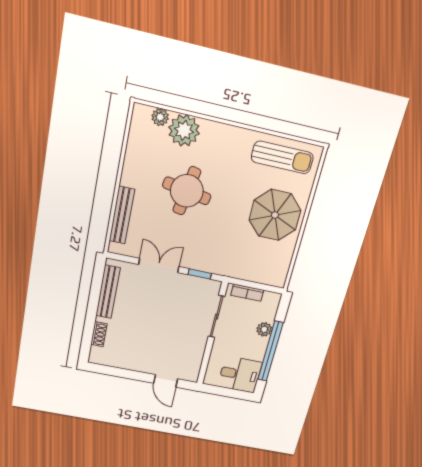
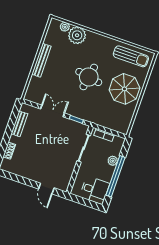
round table: (187, 191) -> (89, 77), moved
bench: (122, 215) -> (41, 60), moved
bench: (108, 292) -> (19, 124), width x0.73

